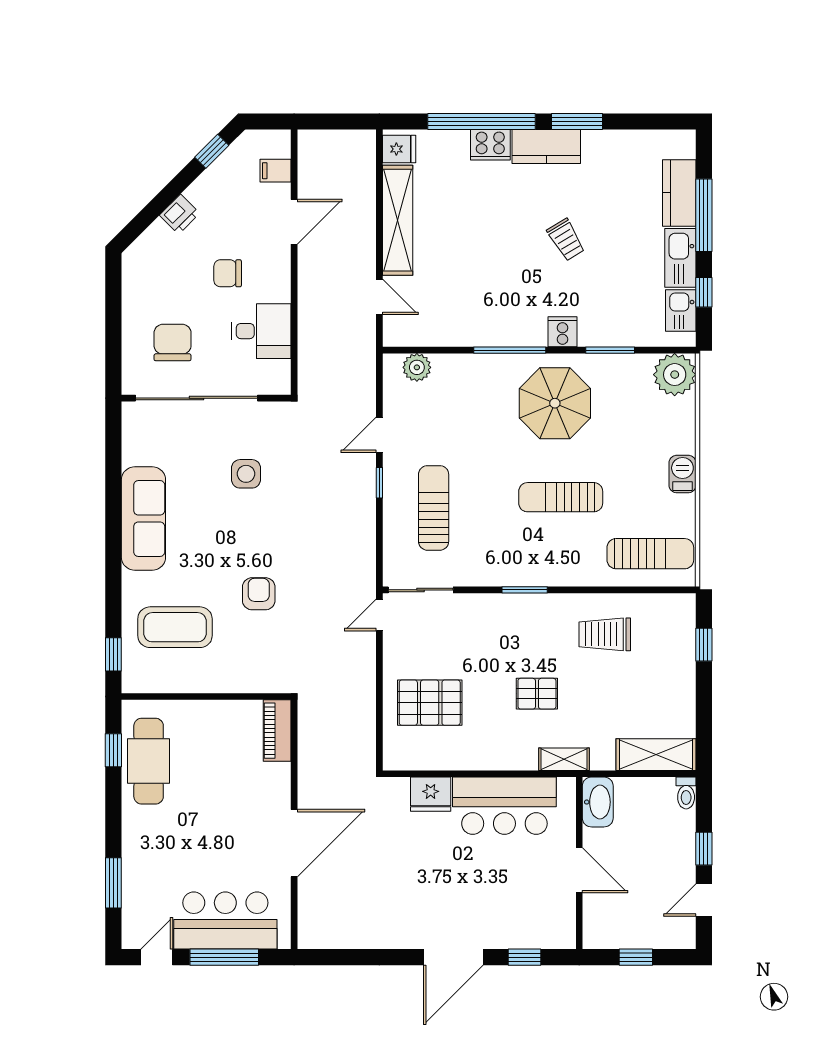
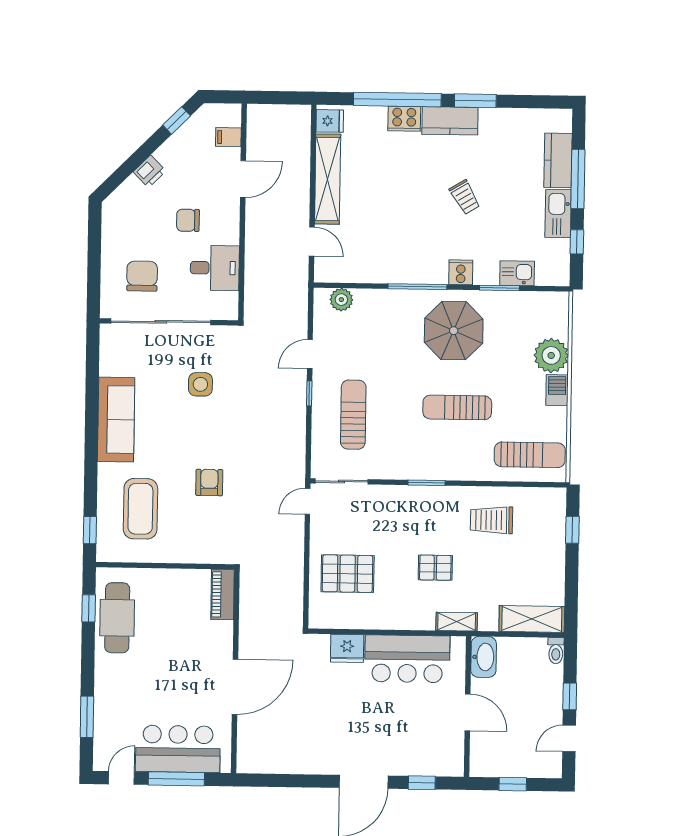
kitchen sink: (681, 310) -> (517, 273), moved, turned 90
plant: (675, 375) -> (551, 355), moved
coffee table: (175, 627) -> (140, 509), turned 90

